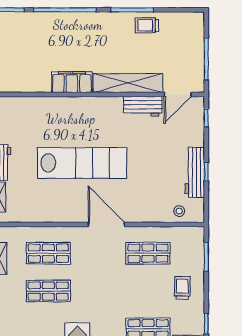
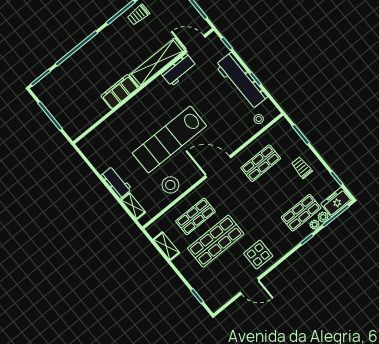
door: (178, 94) -> (195, 44), swing flipped
lab bench: (82, 163) -> (169, 139), turned 180
workbench: (195, 172) -> (241, 81), width x1.36, depth x1.32
stool: (49, 205) -> (170, 185), added
shop shelf: (48, 291) -> (216, 241), width x1.43, depth x1.36

